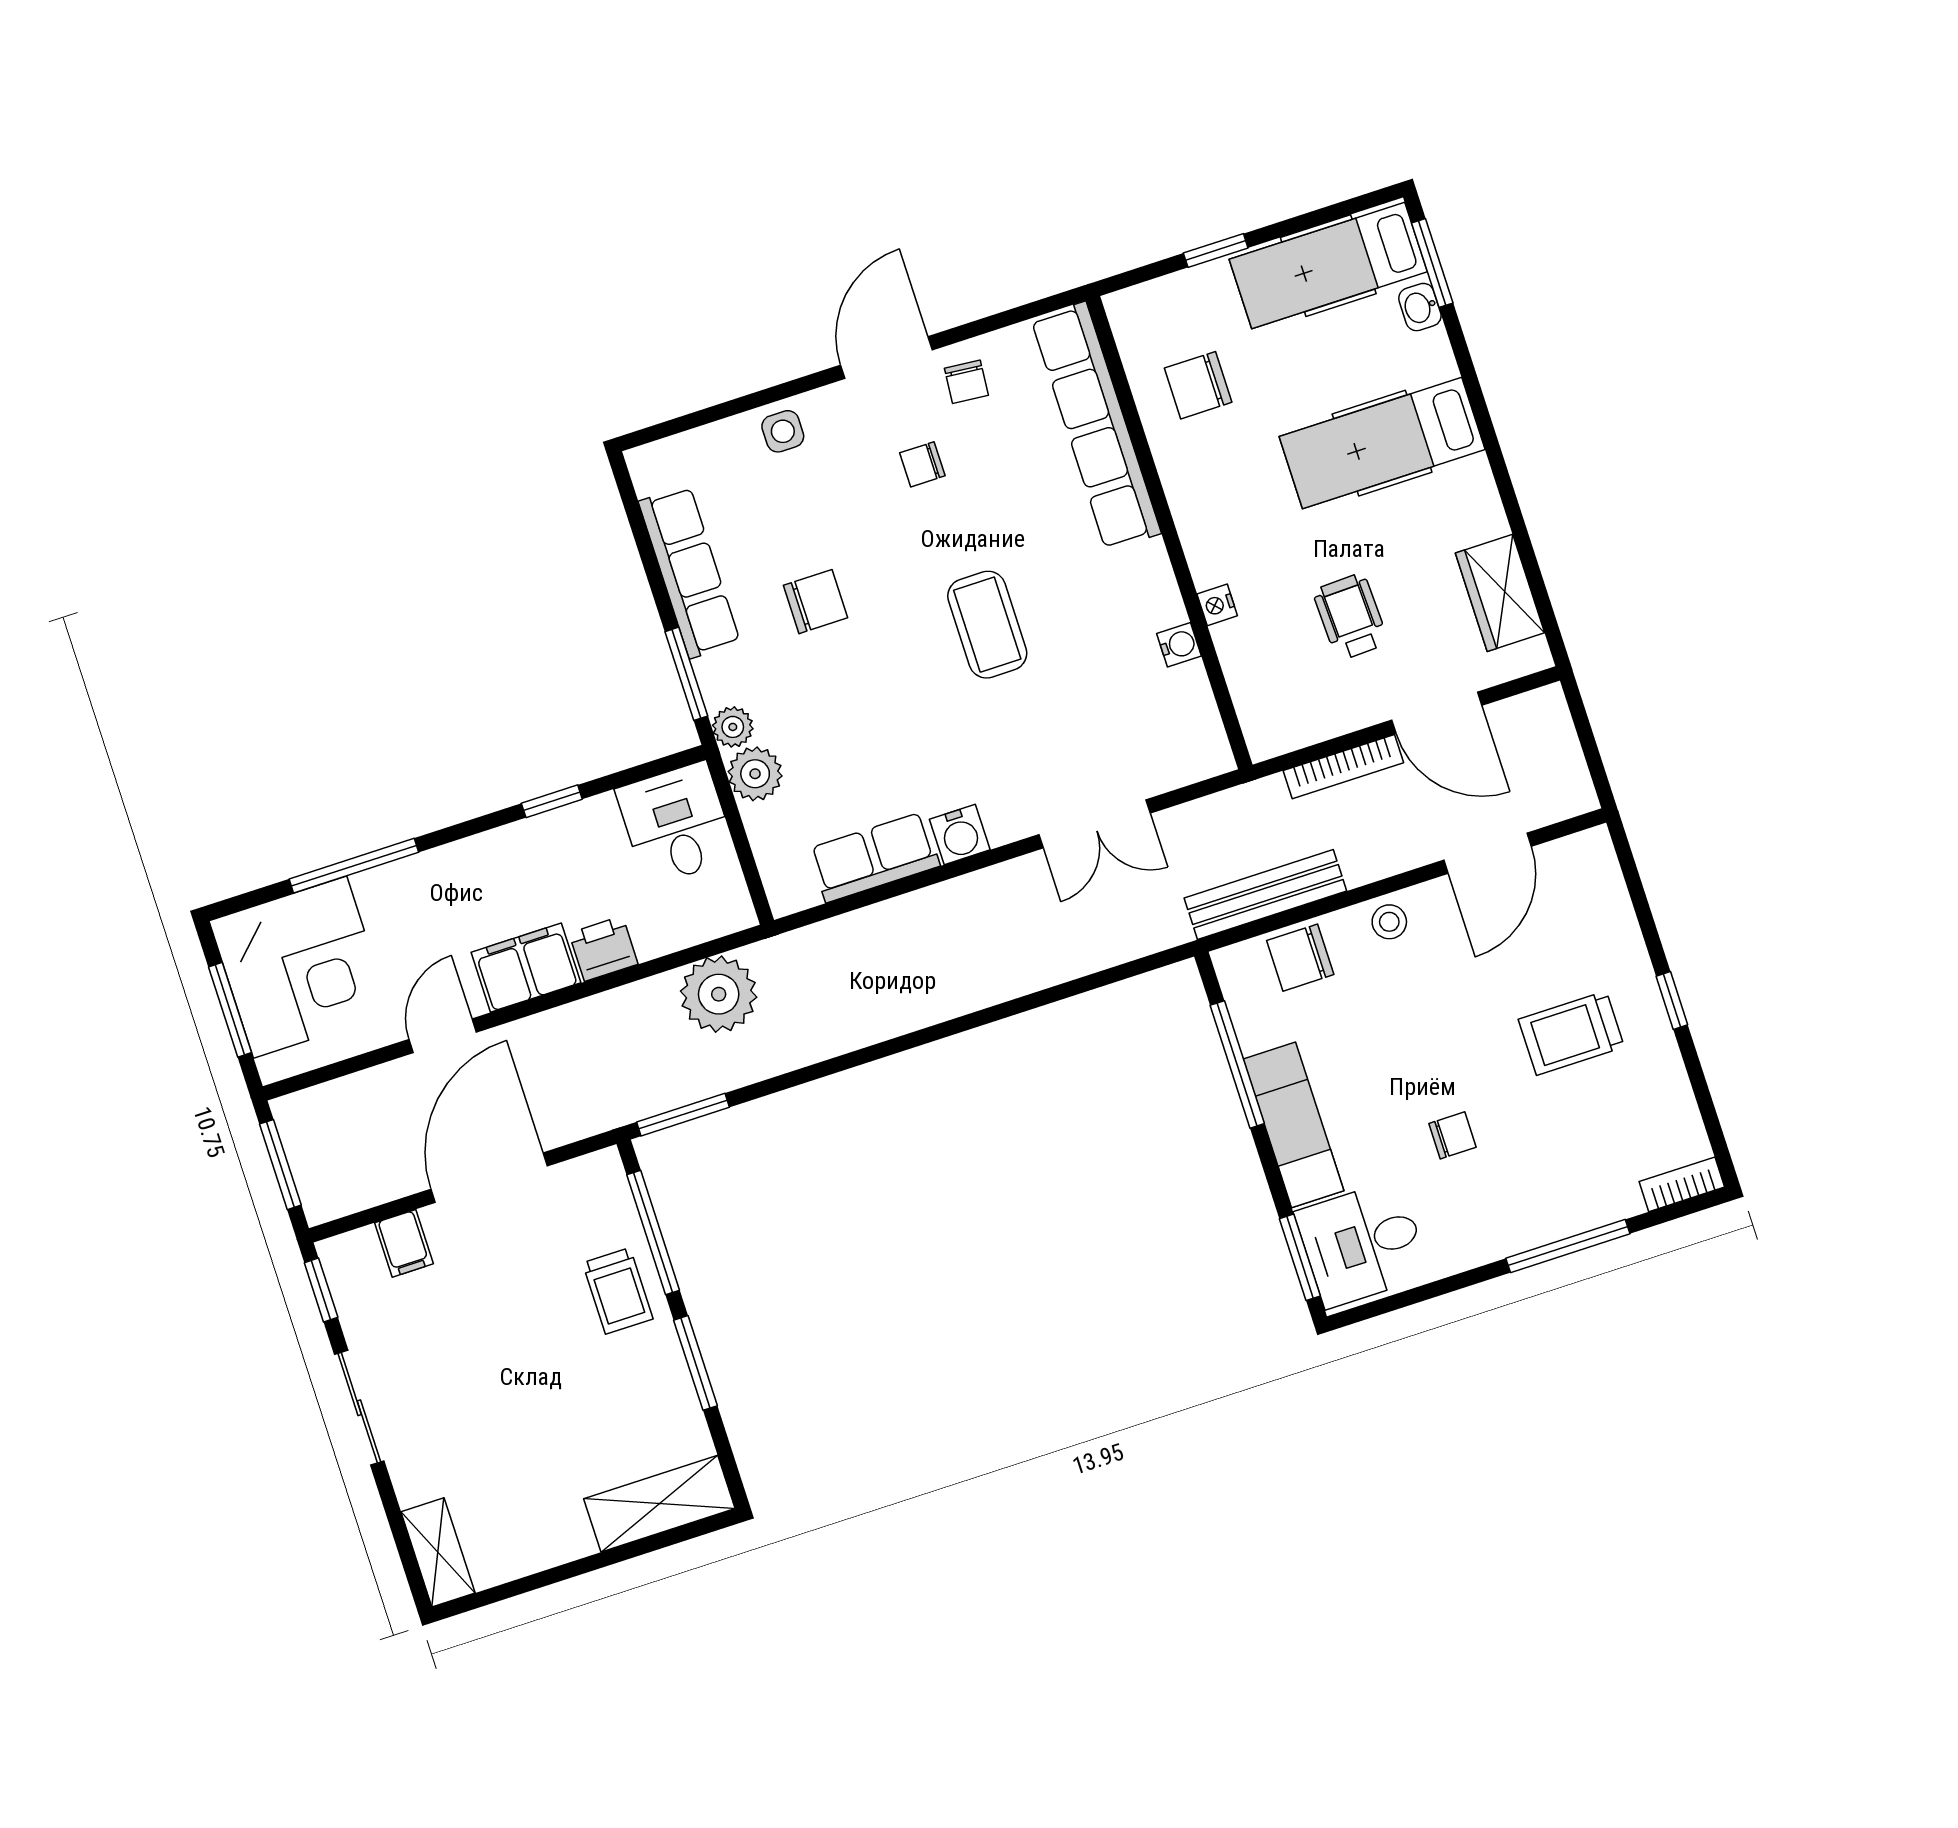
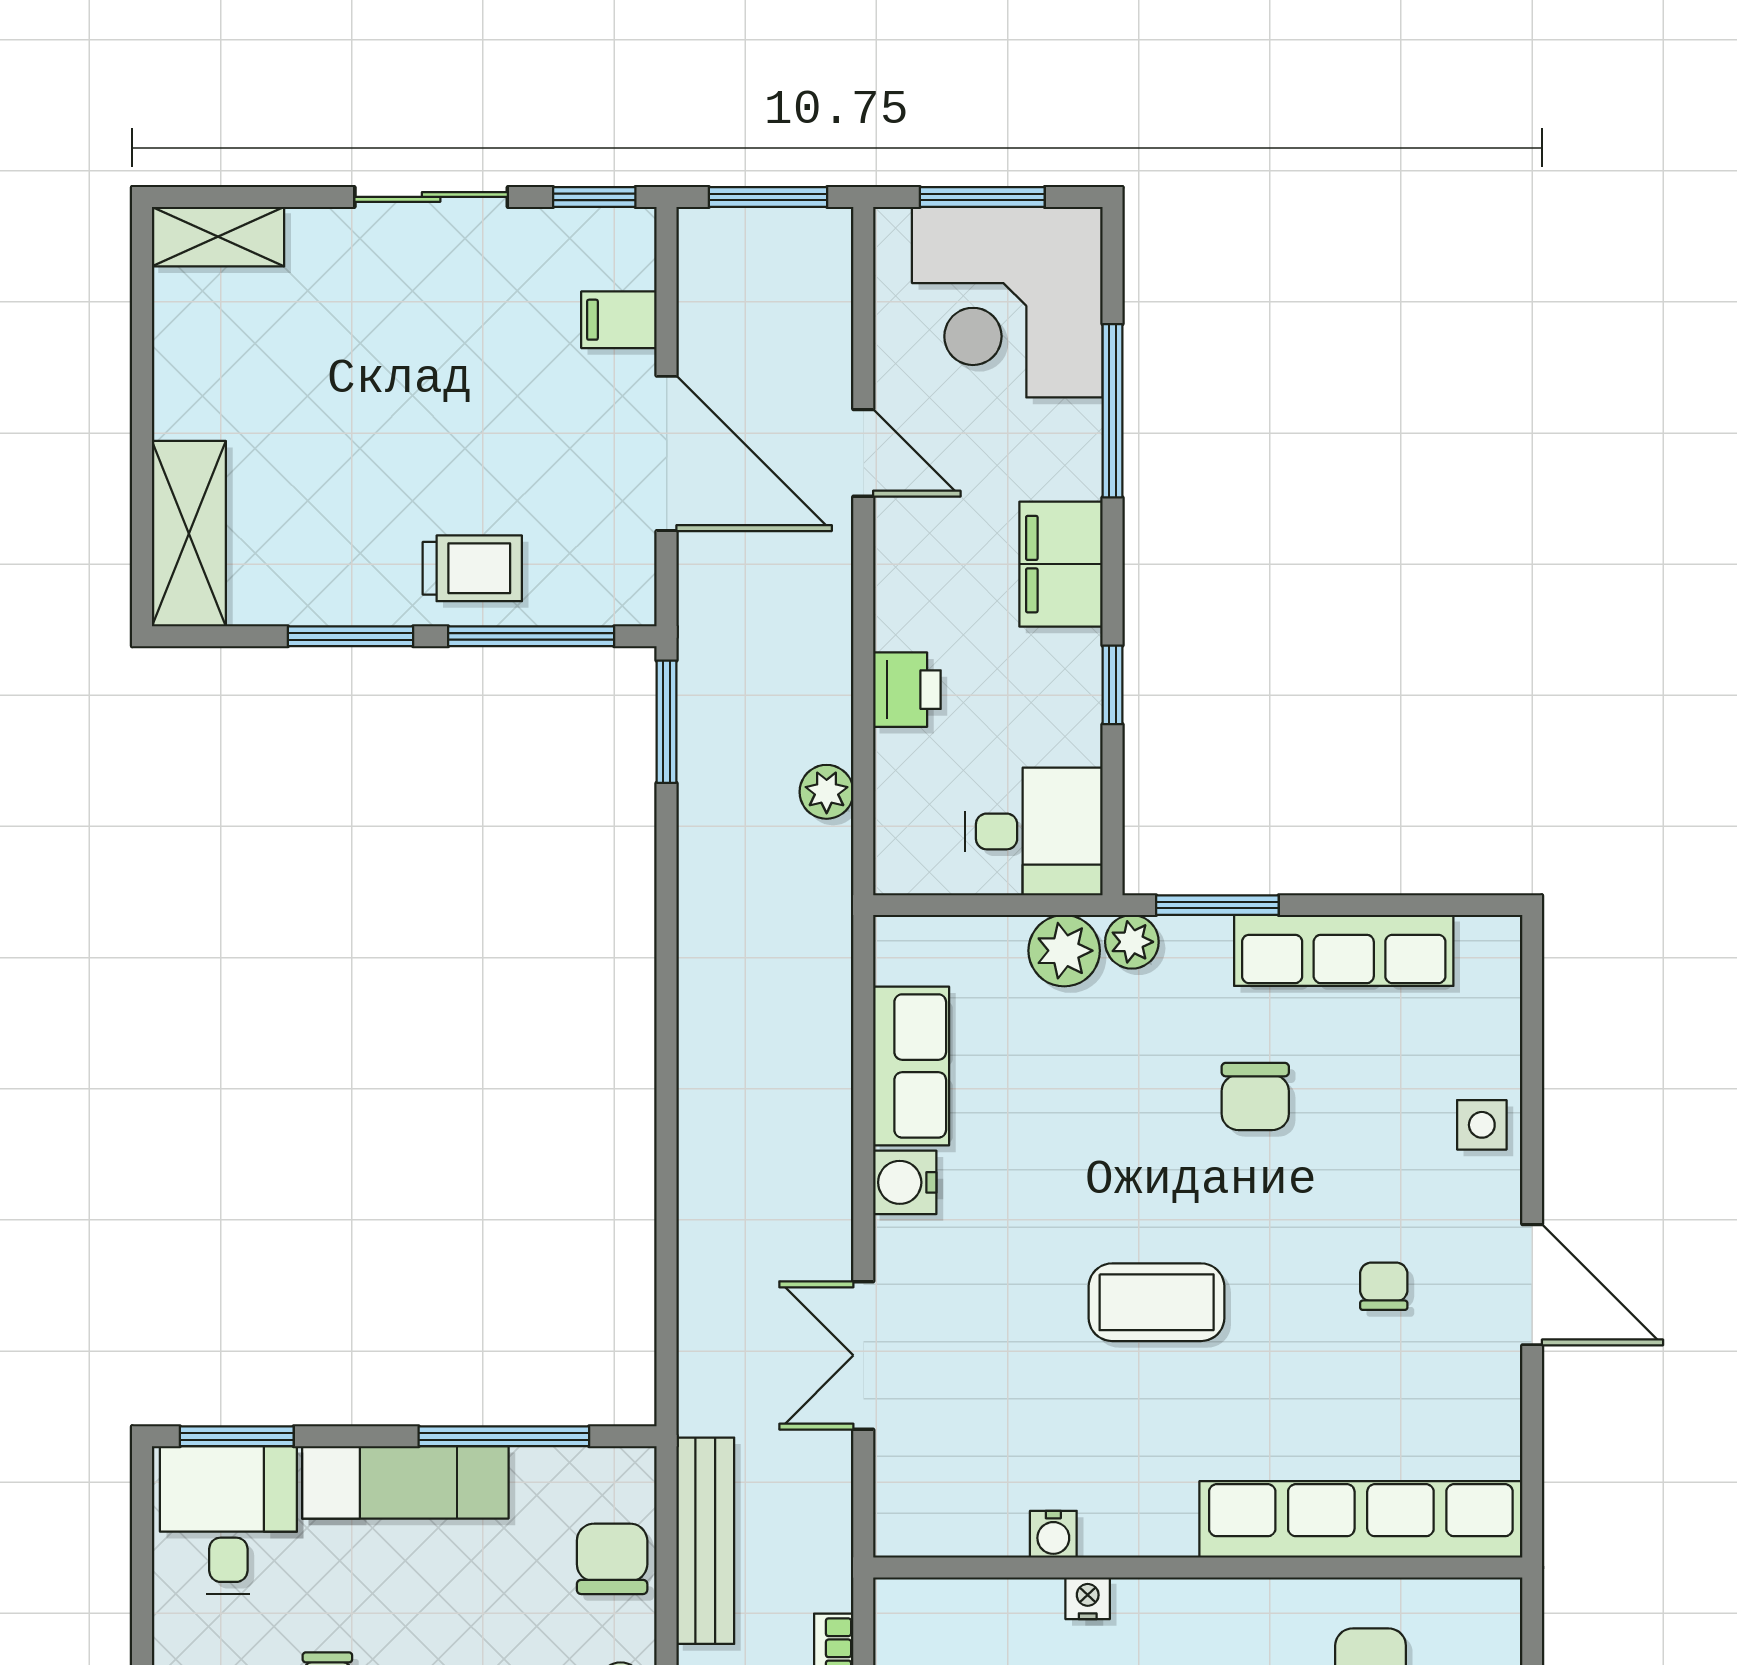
chair: (966, 382) -> (1469, 1375), removed
filing cabinet: (526, 968) -> (1061, 564), moved, turned 180
plant: (719, 994) -> (827, 792), width x0.53, depth x0.53
trolley: (618, 1291) -> (472, 568), turned 180

